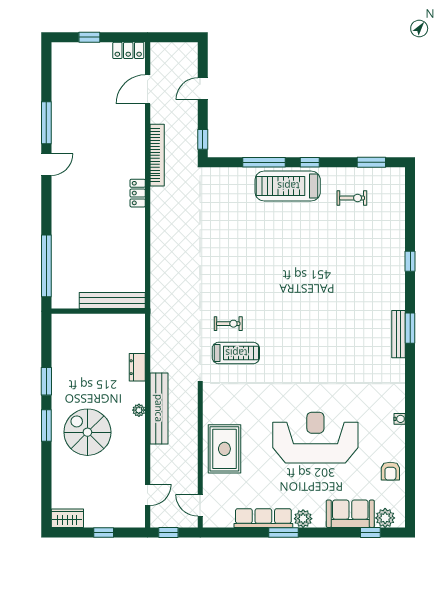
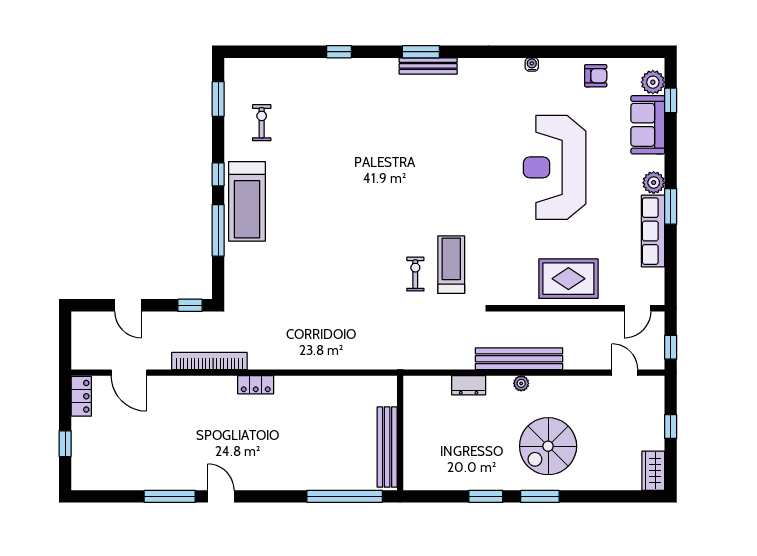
bench: (112, 301) -> (387, 447), moved

